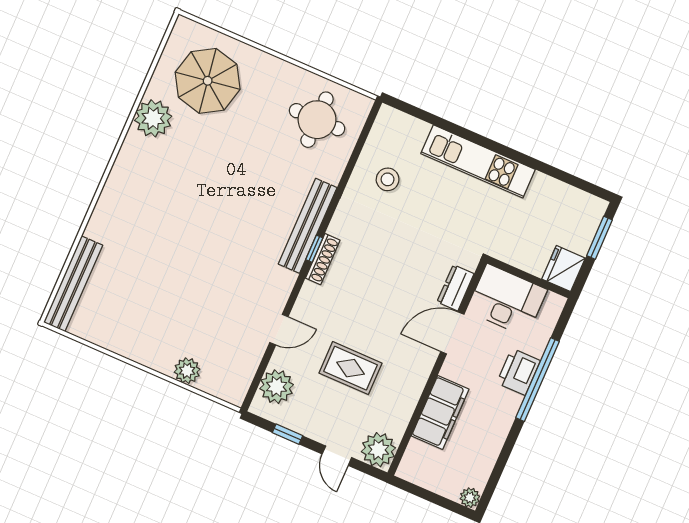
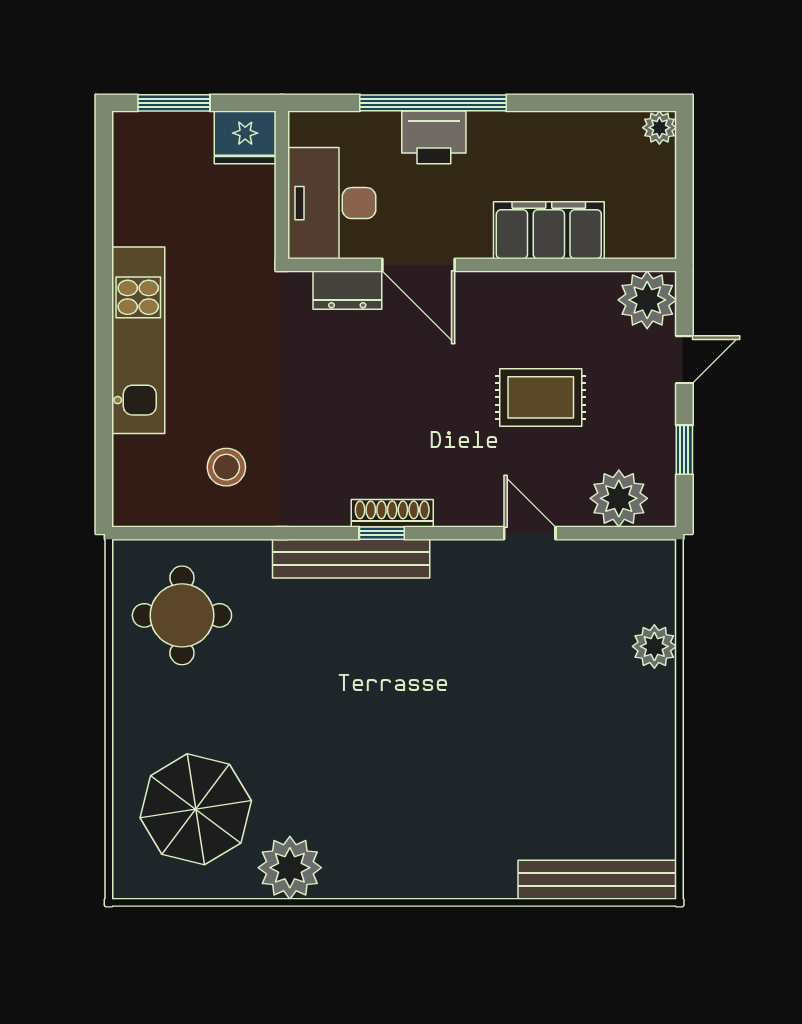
rug: (351, 368) -> (541, 397), turned 90

